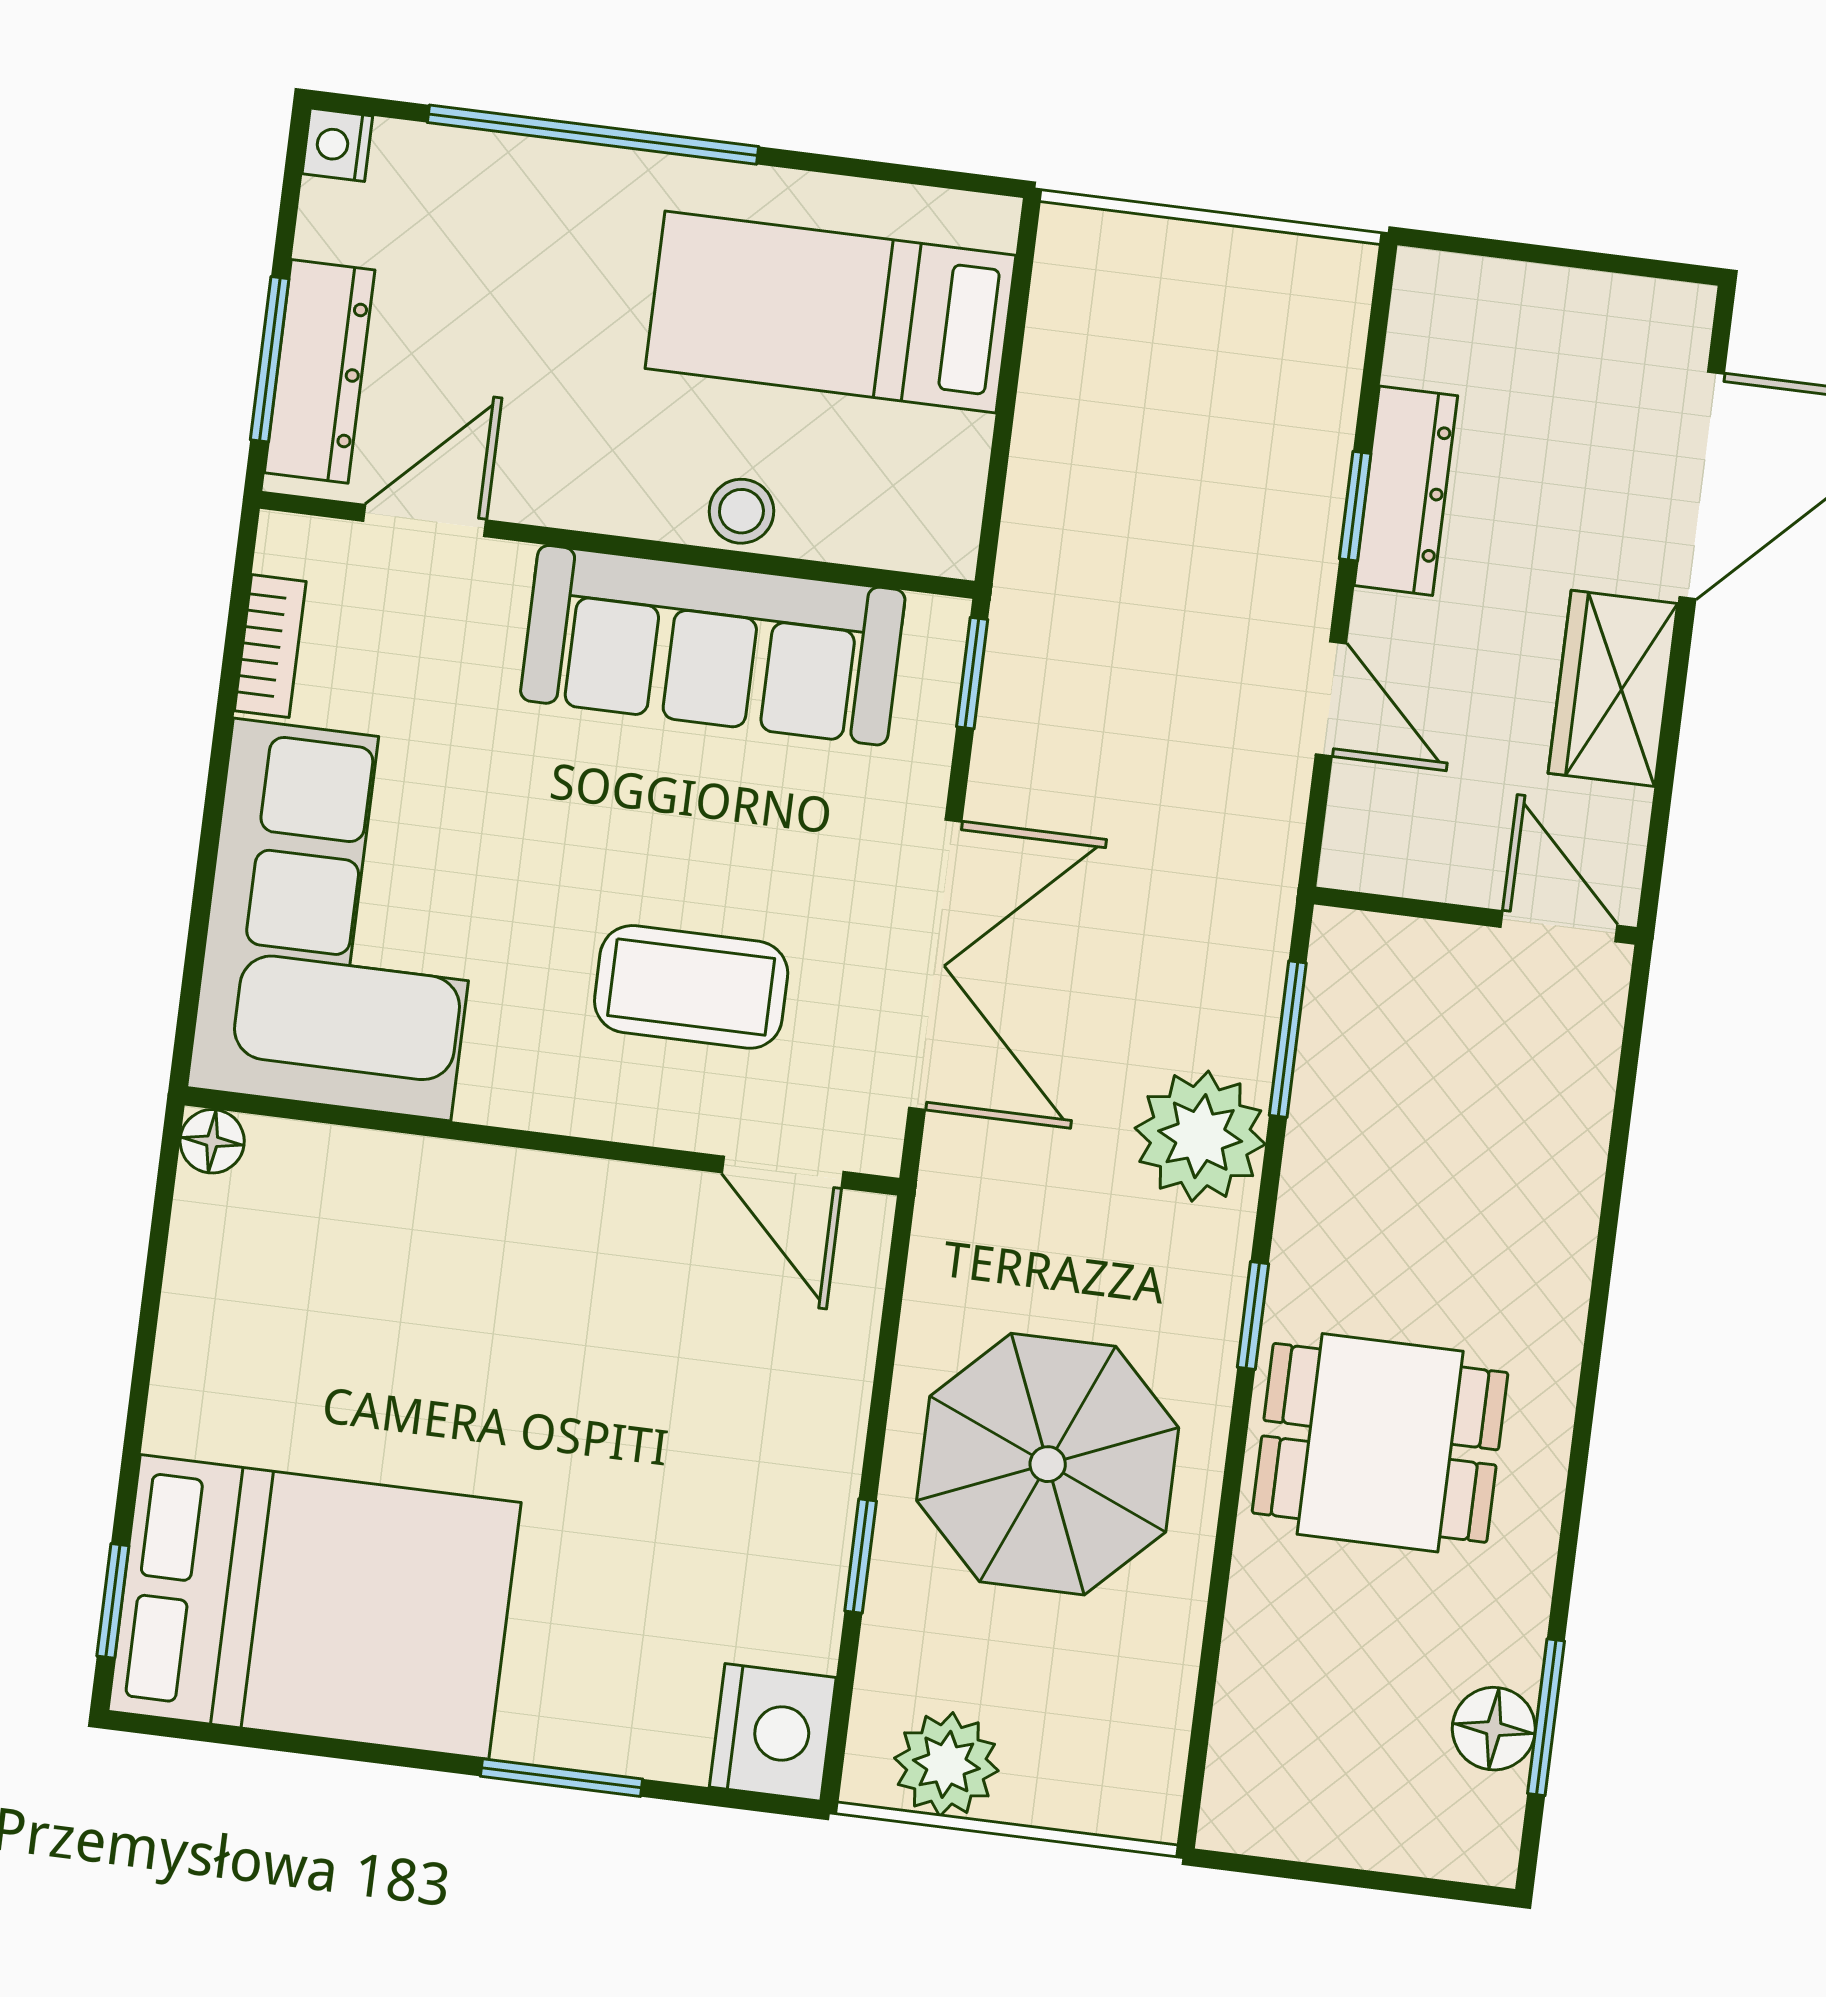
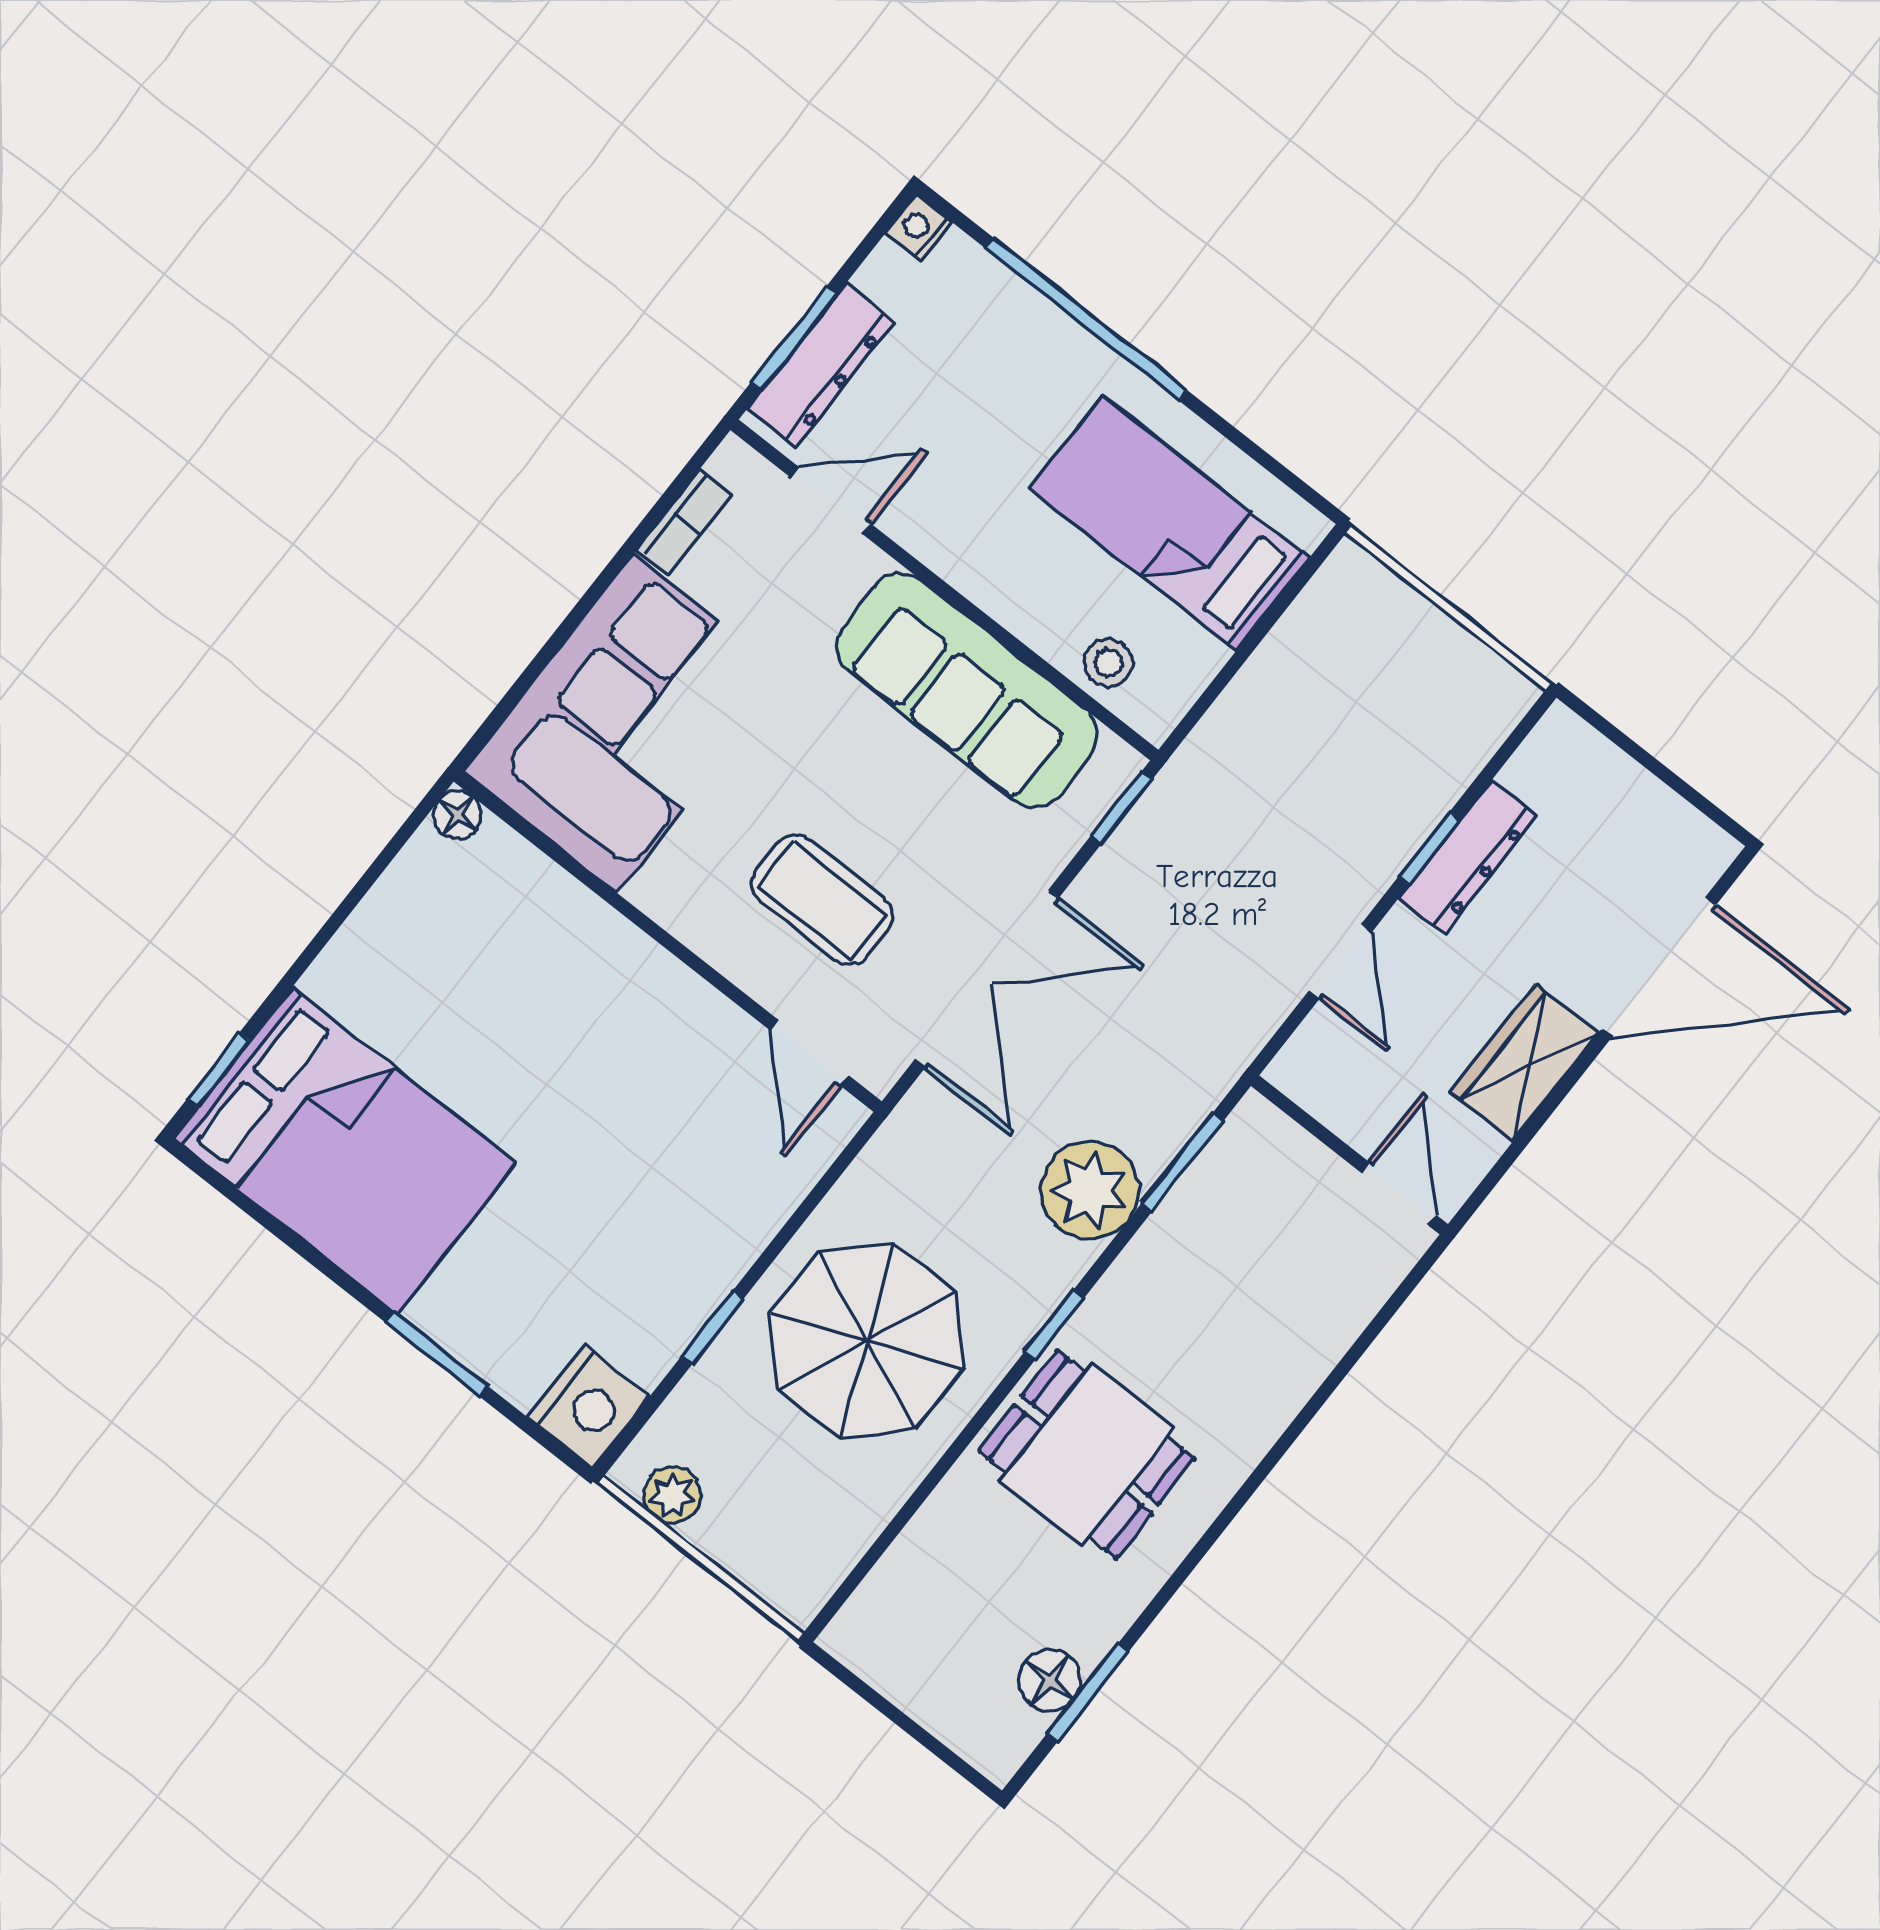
stool: (741, 511) -> (1108, 663), moved
plant: (946, 1764) -> (672, 1495), width x0.73, depth x0.73

